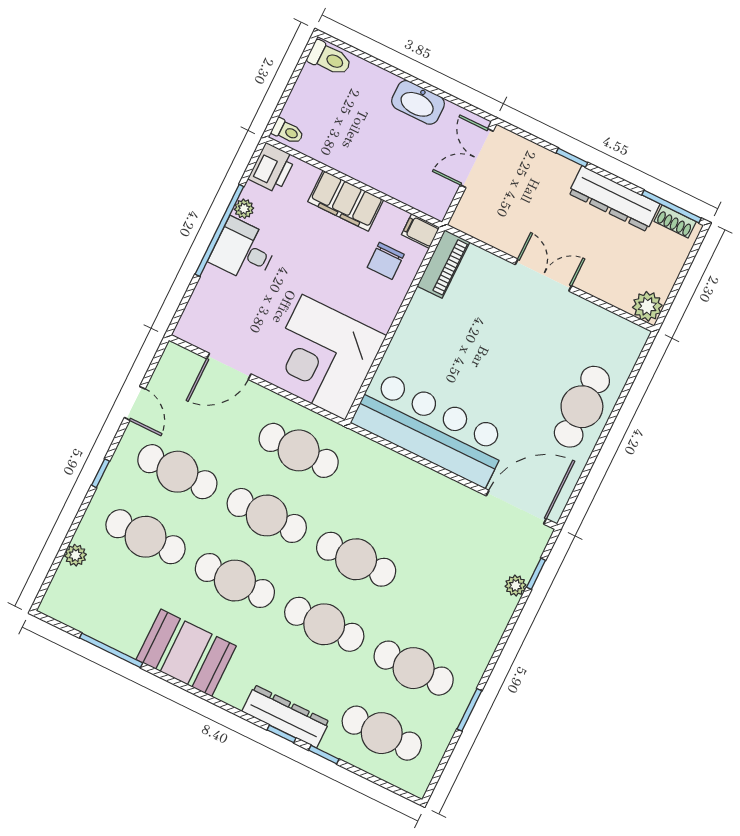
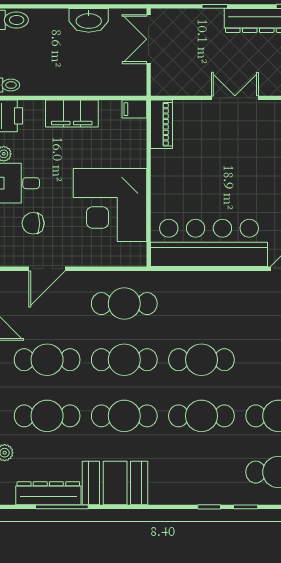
chair: (386, 261) -> (33, 223), moved, turned 90
corner desk: (324, 357) -> (110, 205), moved
dresser: (286, 716) -> (48, 493), moved

